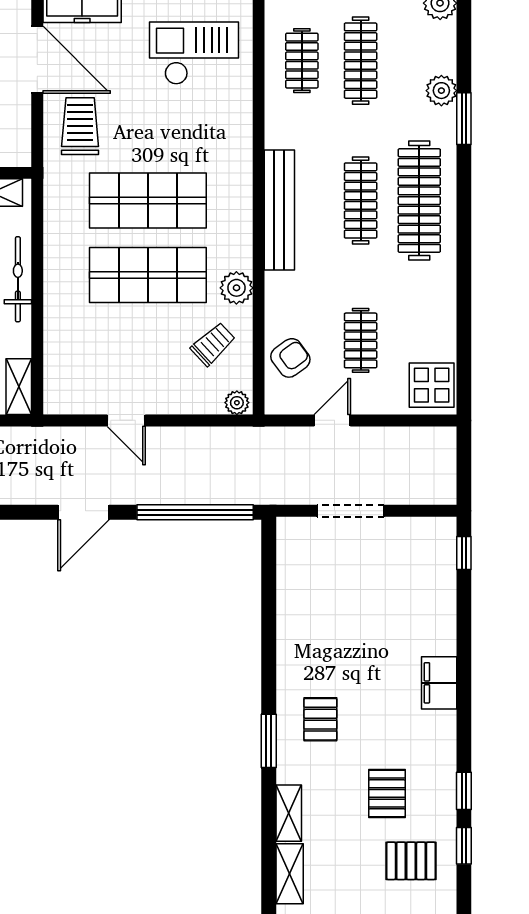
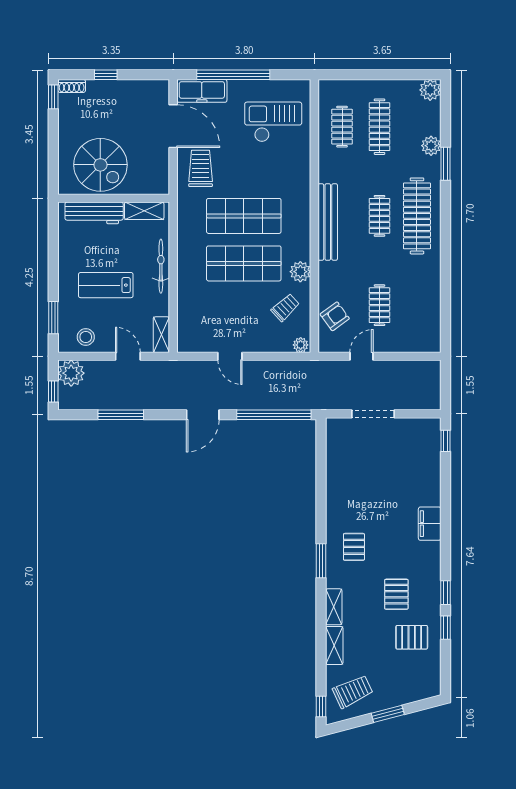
clothes rail: (361, 201) -> (379, 216), width x0.73
display table: (432, 385) -> (425, 334), removed

